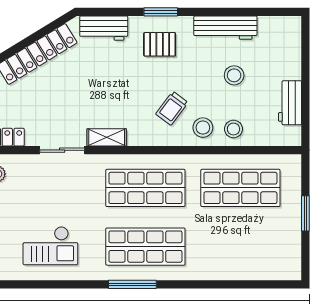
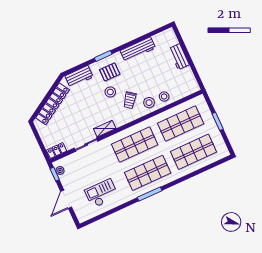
stool: (234, 75) -> (110, 92), moved
workbench: (290, 103) -> (179, 57), moved
checkout: (50, 246) -> (102, 193), turned 180
shop shelf: (240, 247) -> (193, 152), added

